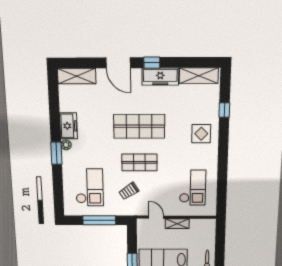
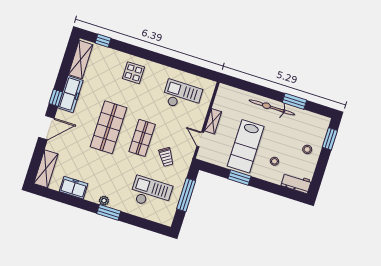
window: (224, 110) -> (103, 41), moved
freezer: (68, 126) -> (74, 188), moved
door: (156, 217) -> (200, 139), hinge flipped

